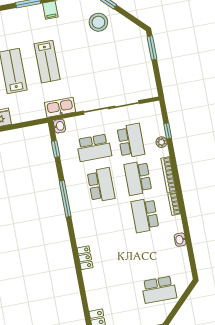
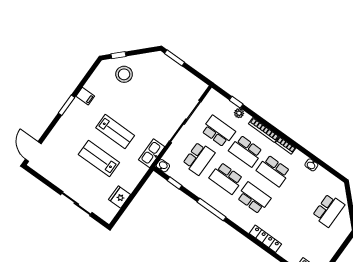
school desk: (101, 185) -> (226, 178), turned 180
school desk: (108, 222) -> (254, 198), added
locker: (85, 258) -> (265, 239), width x1.53

